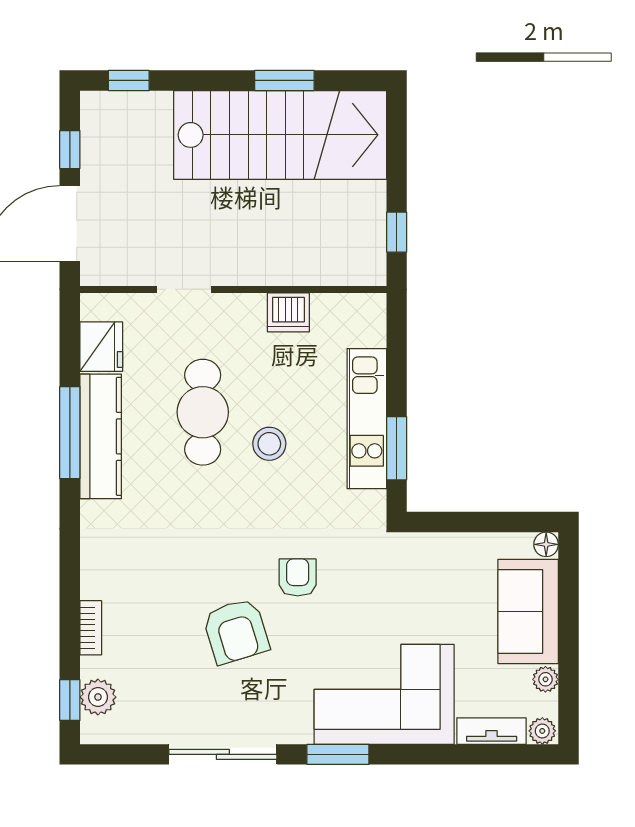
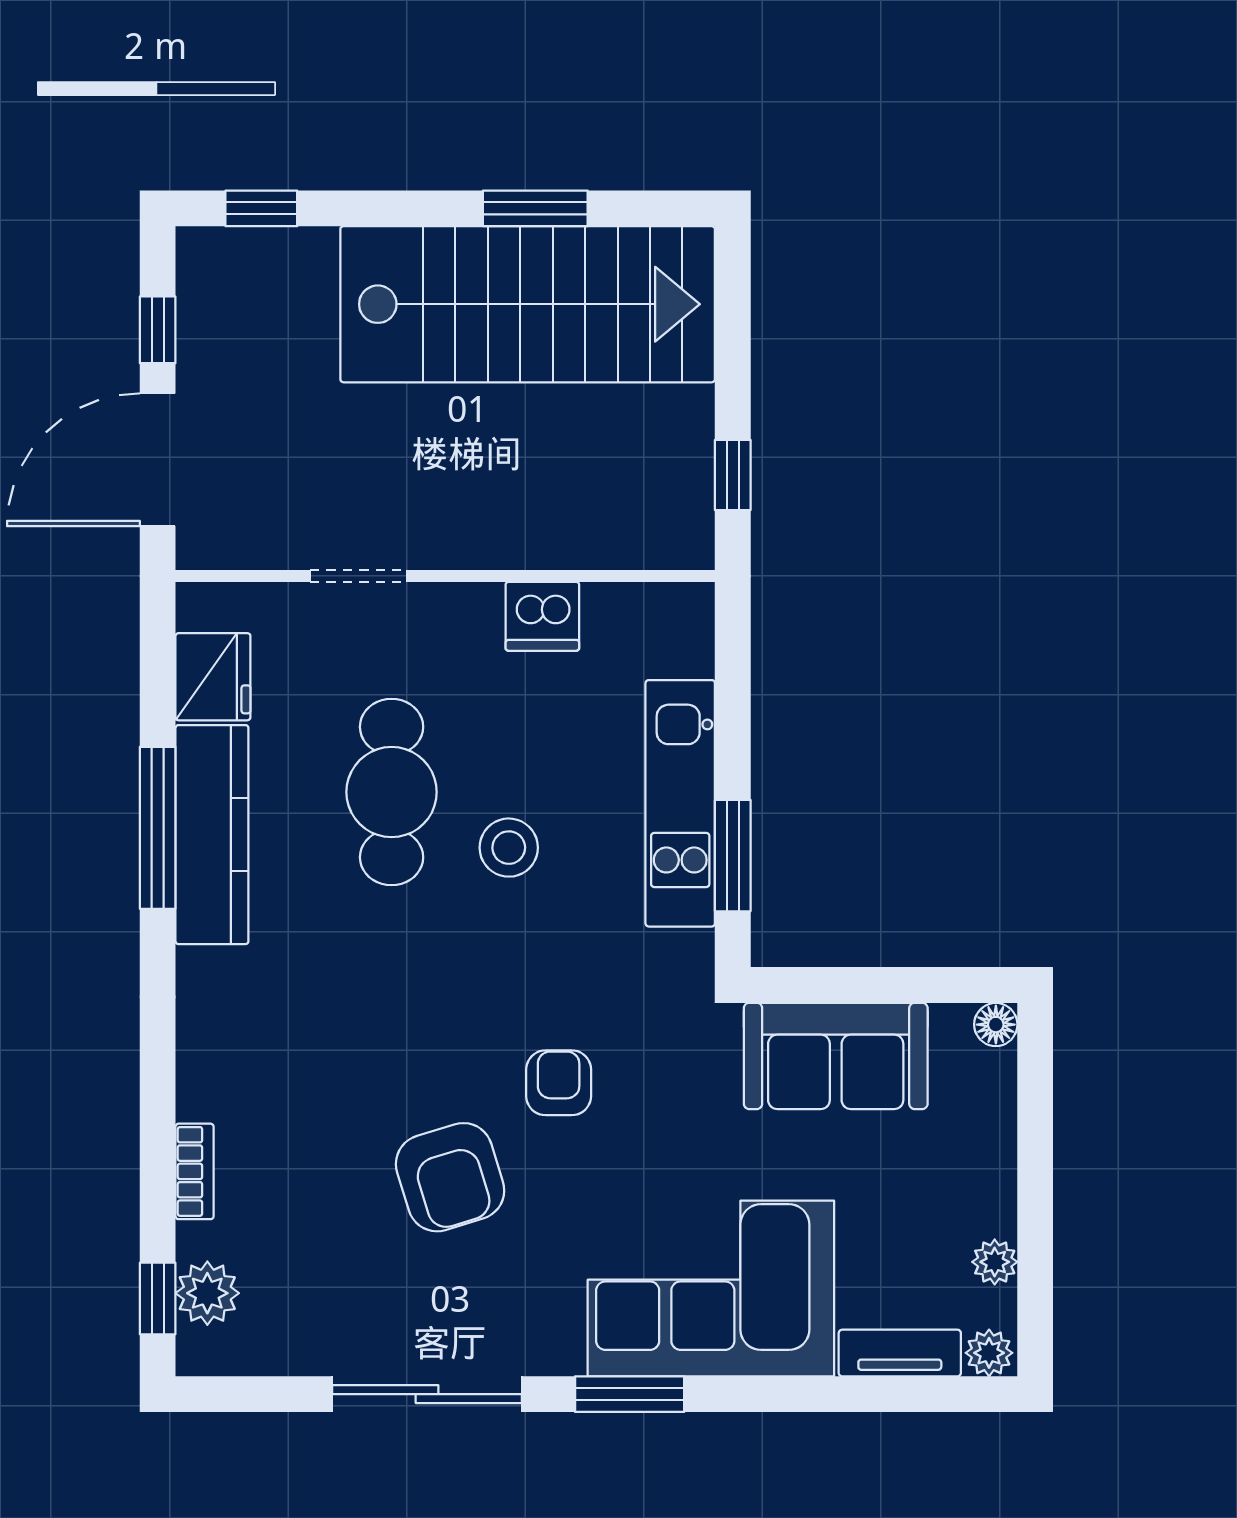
sofa: (528, 612) -> (836, 1056), moved, turned -90

